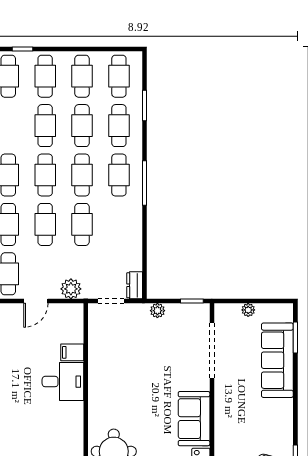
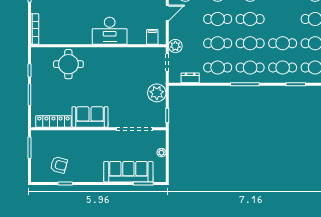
cafe table: (45, 126) -> (218, 68), moved
dresser: (135, 285) -> (190, 78), moved
plant: (71, 289) -> (175, 46), moved
door: (36, 301) -> (167, 13), swing flipped
plant: (157, 311) -> (157, 93), width x1.87, depth x1.87
filing cabinet: (72, 352) -> (152, 37), moved
desk: (63, 382) -> (110, 31), width x1.37

